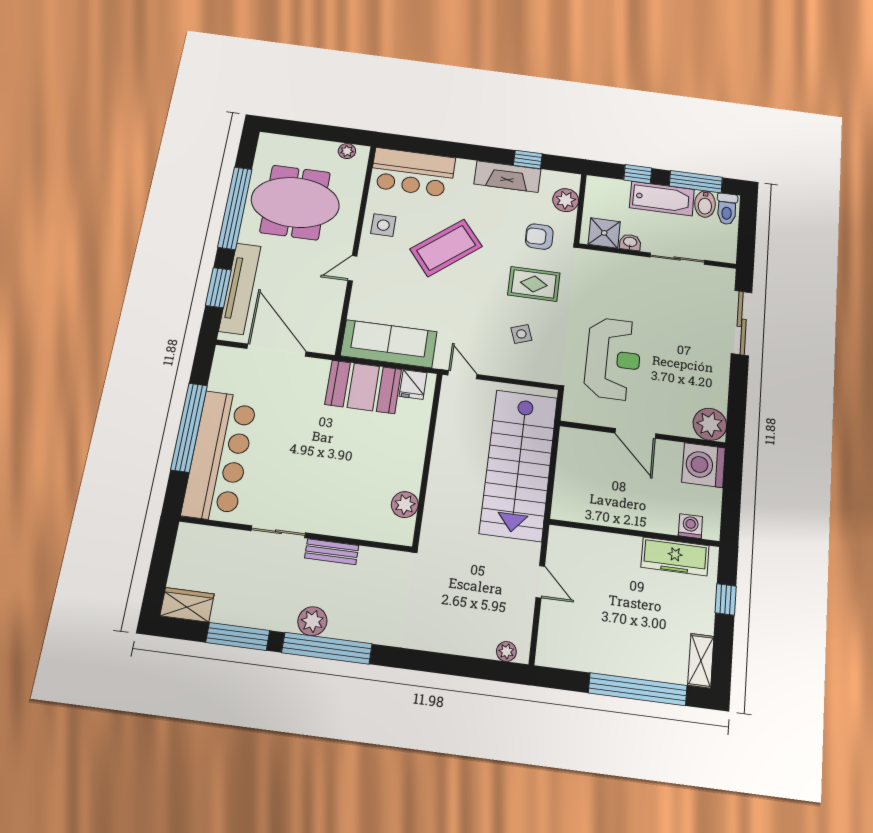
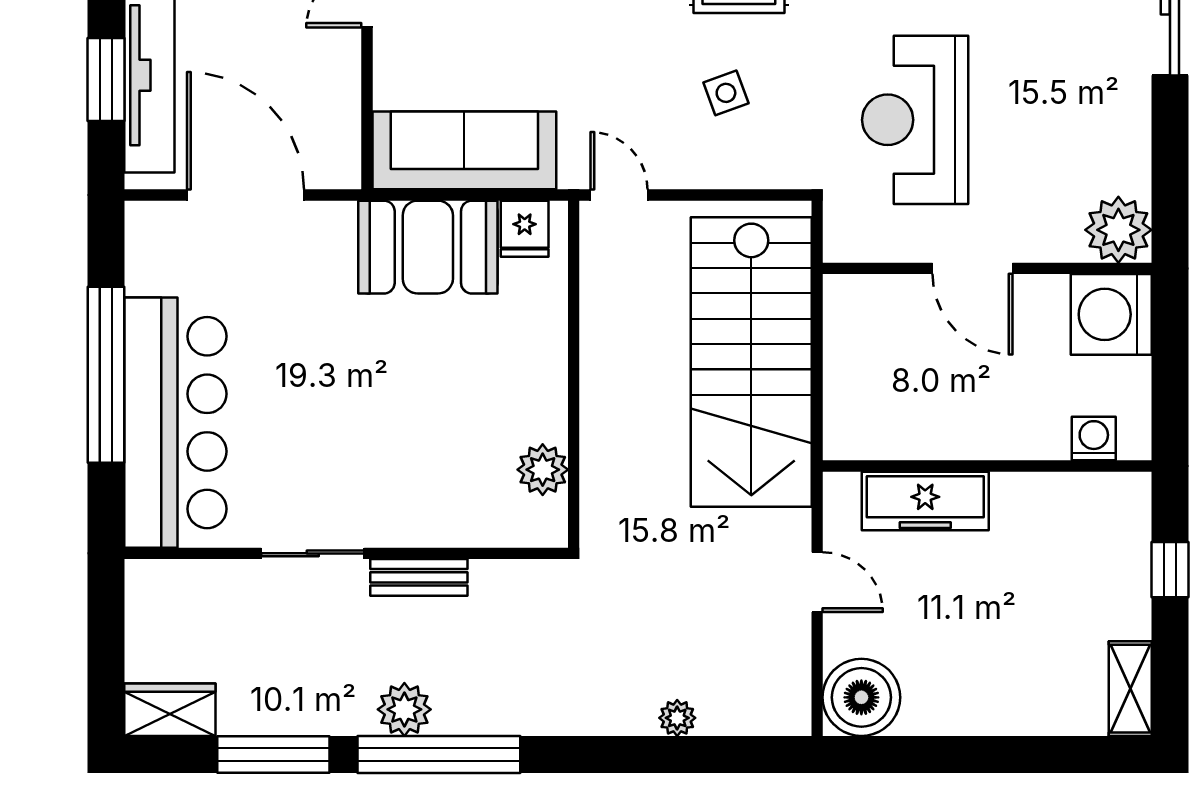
reception desk: (613, 359) -> (915, 120), turned 180
freezer: (675, 557) -> (925, 501), moved
boiler: (557, 647) -> (861, 697), added
plant: (506, 651) -> (677, 718), moved
window: (638, 689) -> (1017, 754), removed

